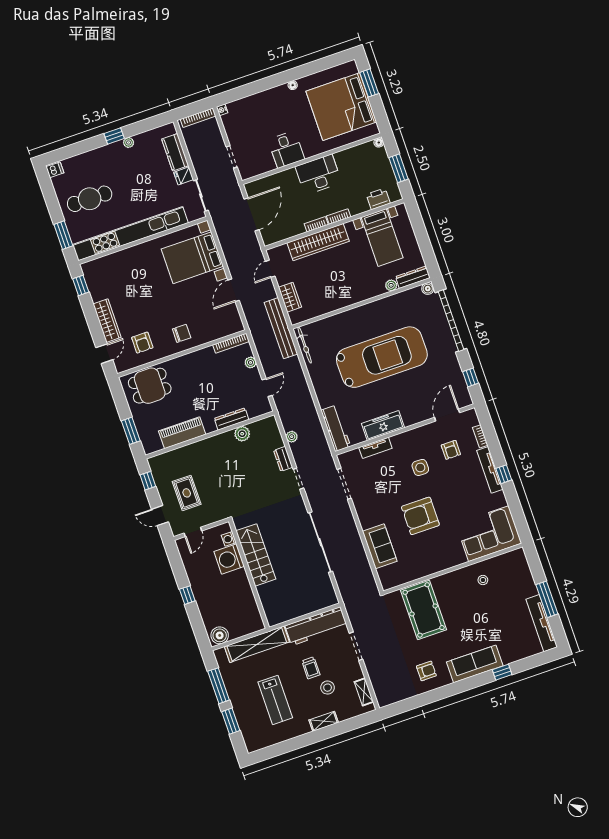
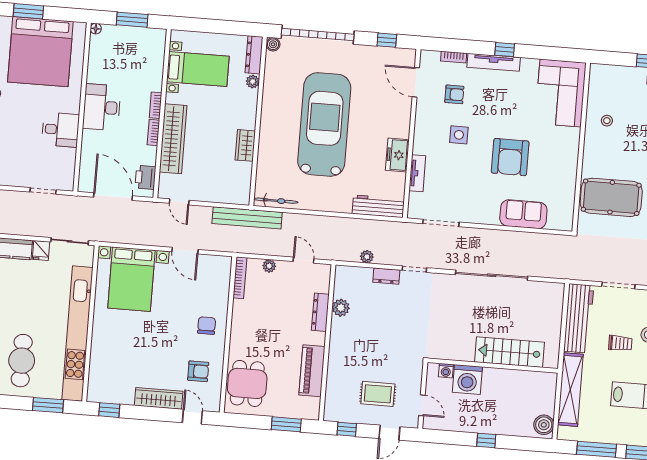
printer: (378, 199) -> (145, 177), moved
wardrobe: (290, 297) -> (245, 145), moved, turned -90
freezer: (383, 426) -> (397, 155), width x0.71
stairs: (256, 555) -> (509, 352), moved

